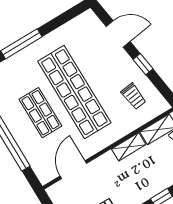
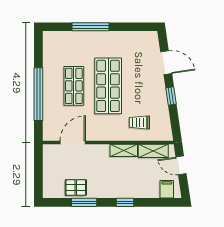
shop shelf: (74, 92) -> (108, 86), width x0.71
trolley: (134, 96) -> (139, 122), moved, turned 97

